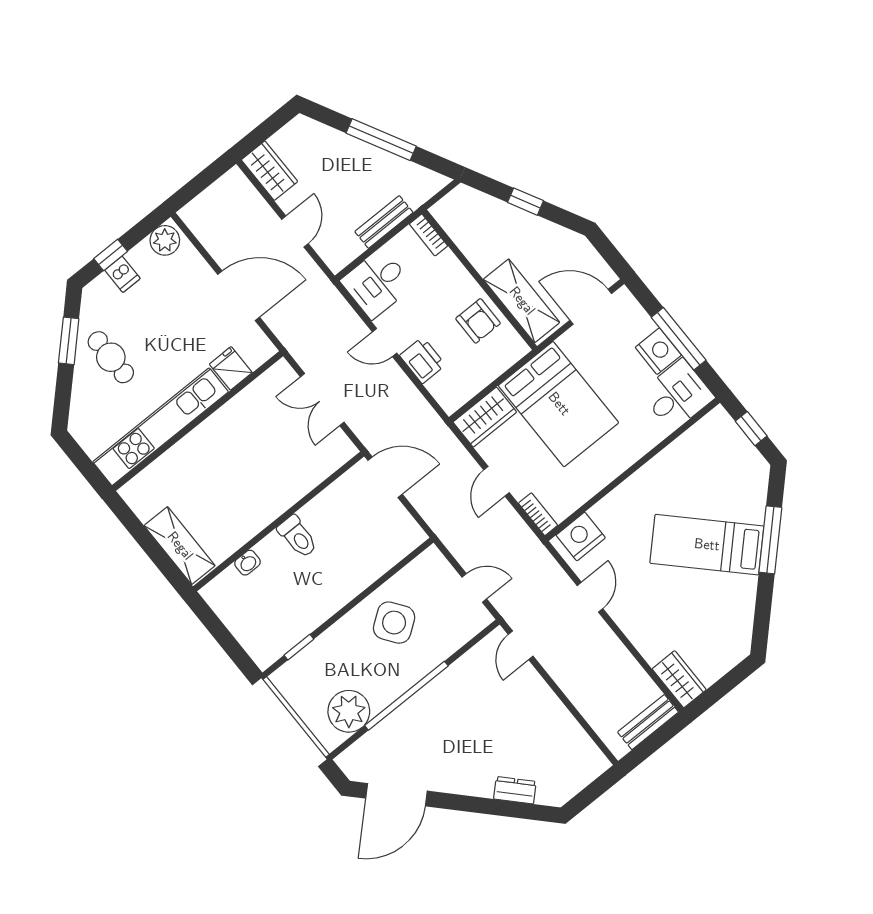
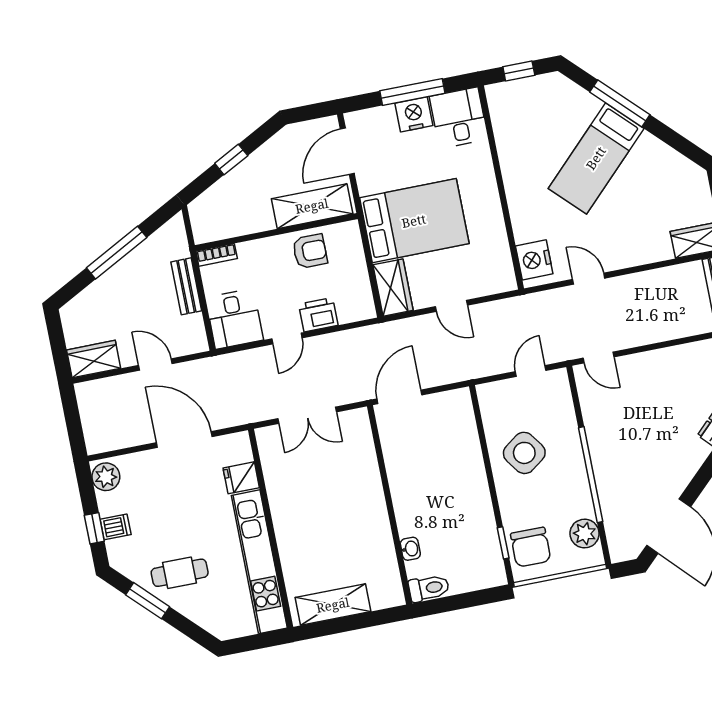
door: (239, 296) -> (184, 440), hinge flipped
bookcase: (538, 514) -> (497, 286), removed
toilet: (298, 537) -> (429, 588), moved
shelving: (180, 546) -> (333, 605), moved
chair: (309, 675) -> (531, 547), added
plant: (349, 711) -> (585, 534), width x0.73, depth x0.73

